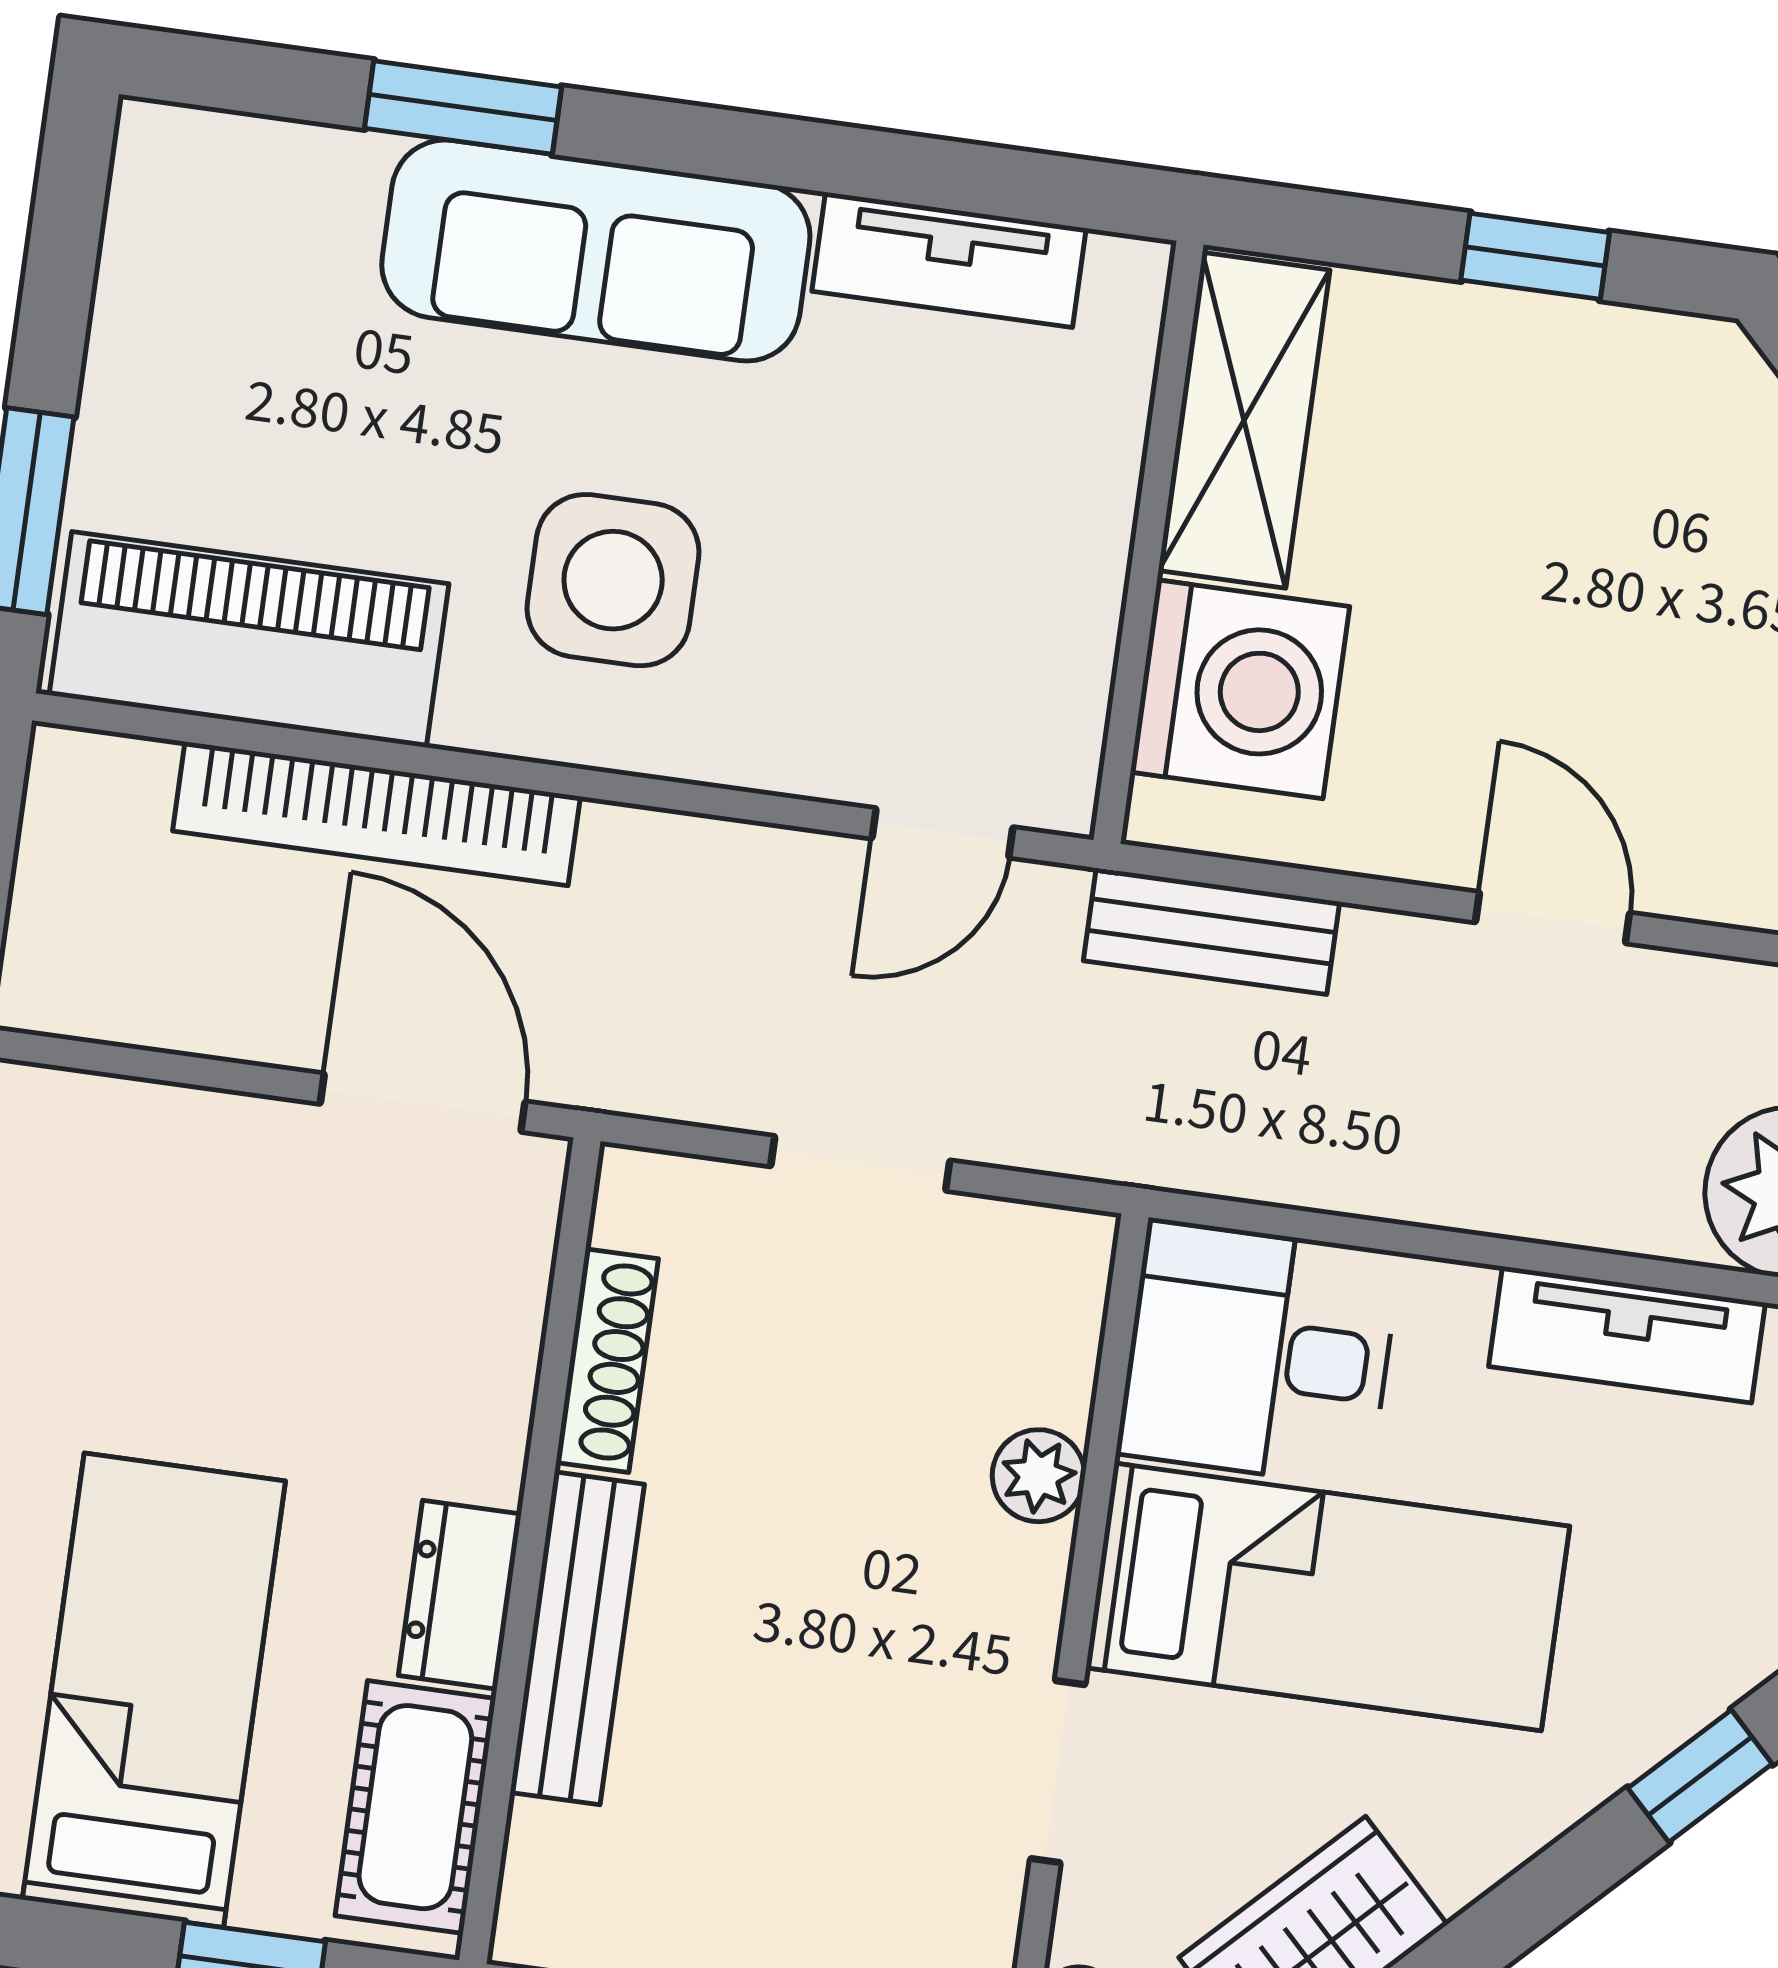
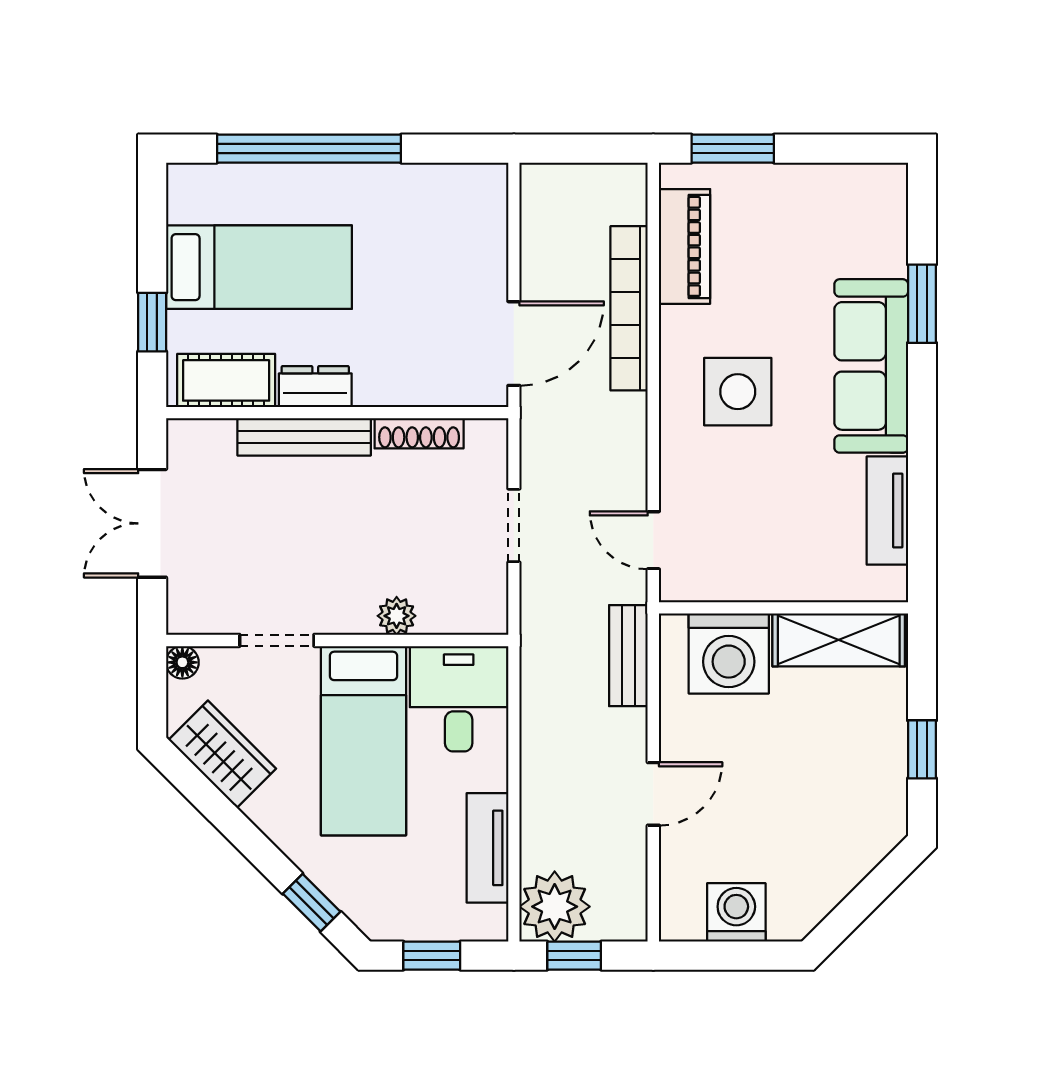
piano: (249, 639) -> (685, 246), width x0.73, depth x0.75

